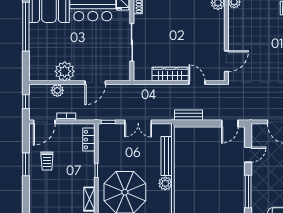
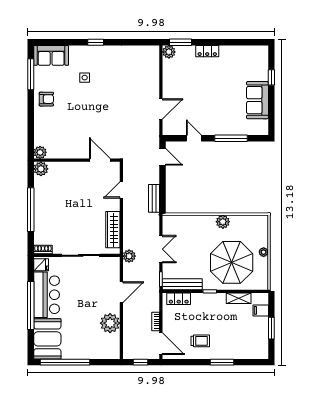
wardrobe: (170, 74) -> (113, 230), moved
door: (95, 83) -> (121, 292), hinge flipped
plant: (57, 90) -> (129, 256), moved
bench: (167, 156) -> (182, 284), moved
window: (26, 164) -> (222, 362), moved

